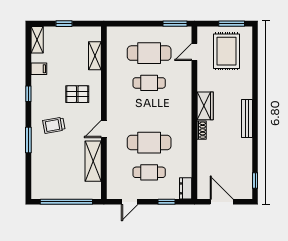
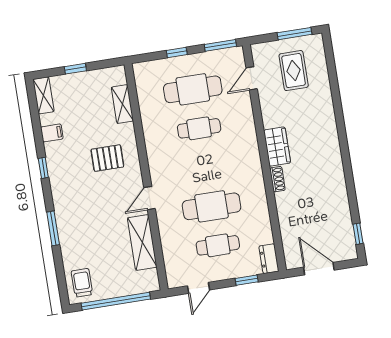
window: (142, 24) -> (177, 52), added
rug: (226, 51) -> (294, 71), width x0.73, depth x0.70
bench: (247, 118) -> (334, 154), removed
trolley: (54, 125) -> (82, 283), moved, turned 100

